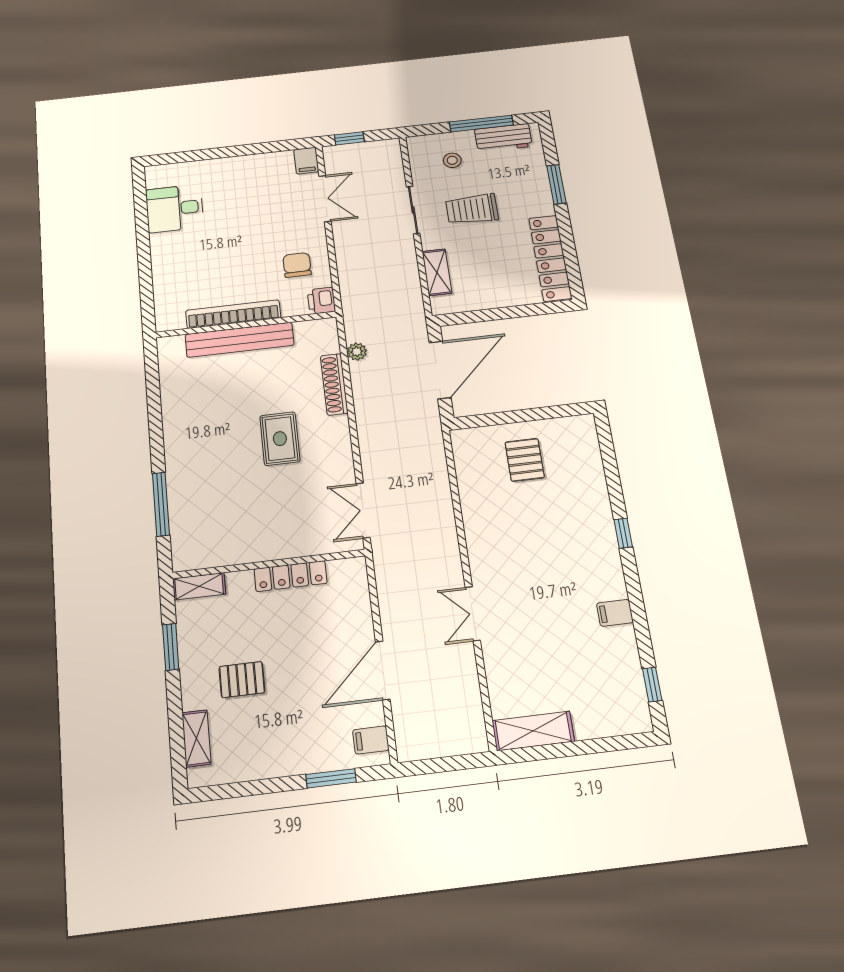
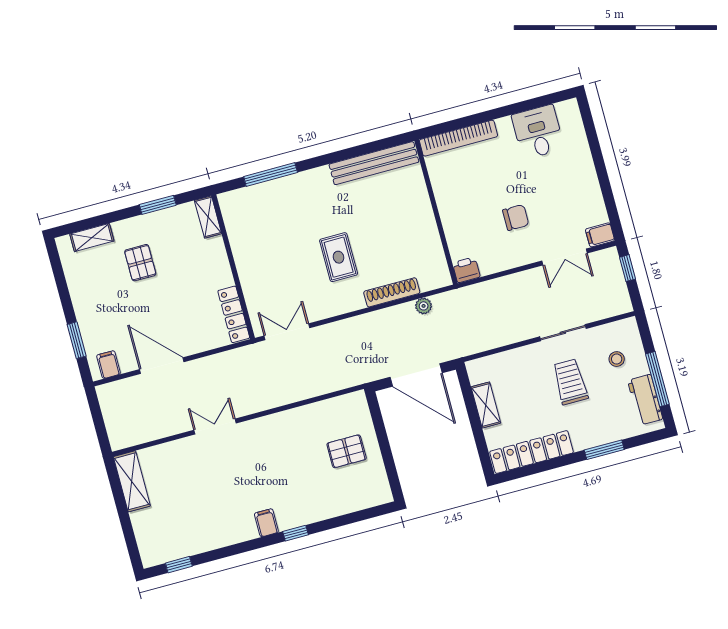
chair: (297, 265) -> (516, 217), moved
shelving: (437, 272) -> (486, 405), moved, turned 90
bookcase: (233, 314) -> (458, 138), moved, turned 90
bench: (240, 340) -> (374, 163), moved, turned 90
rug: (280, 439) -> (339, 257), turned 90
locker: (291, 576) -> (234, 314), moved
filing cabinet: (615, 613) -> (266, 523), moved

